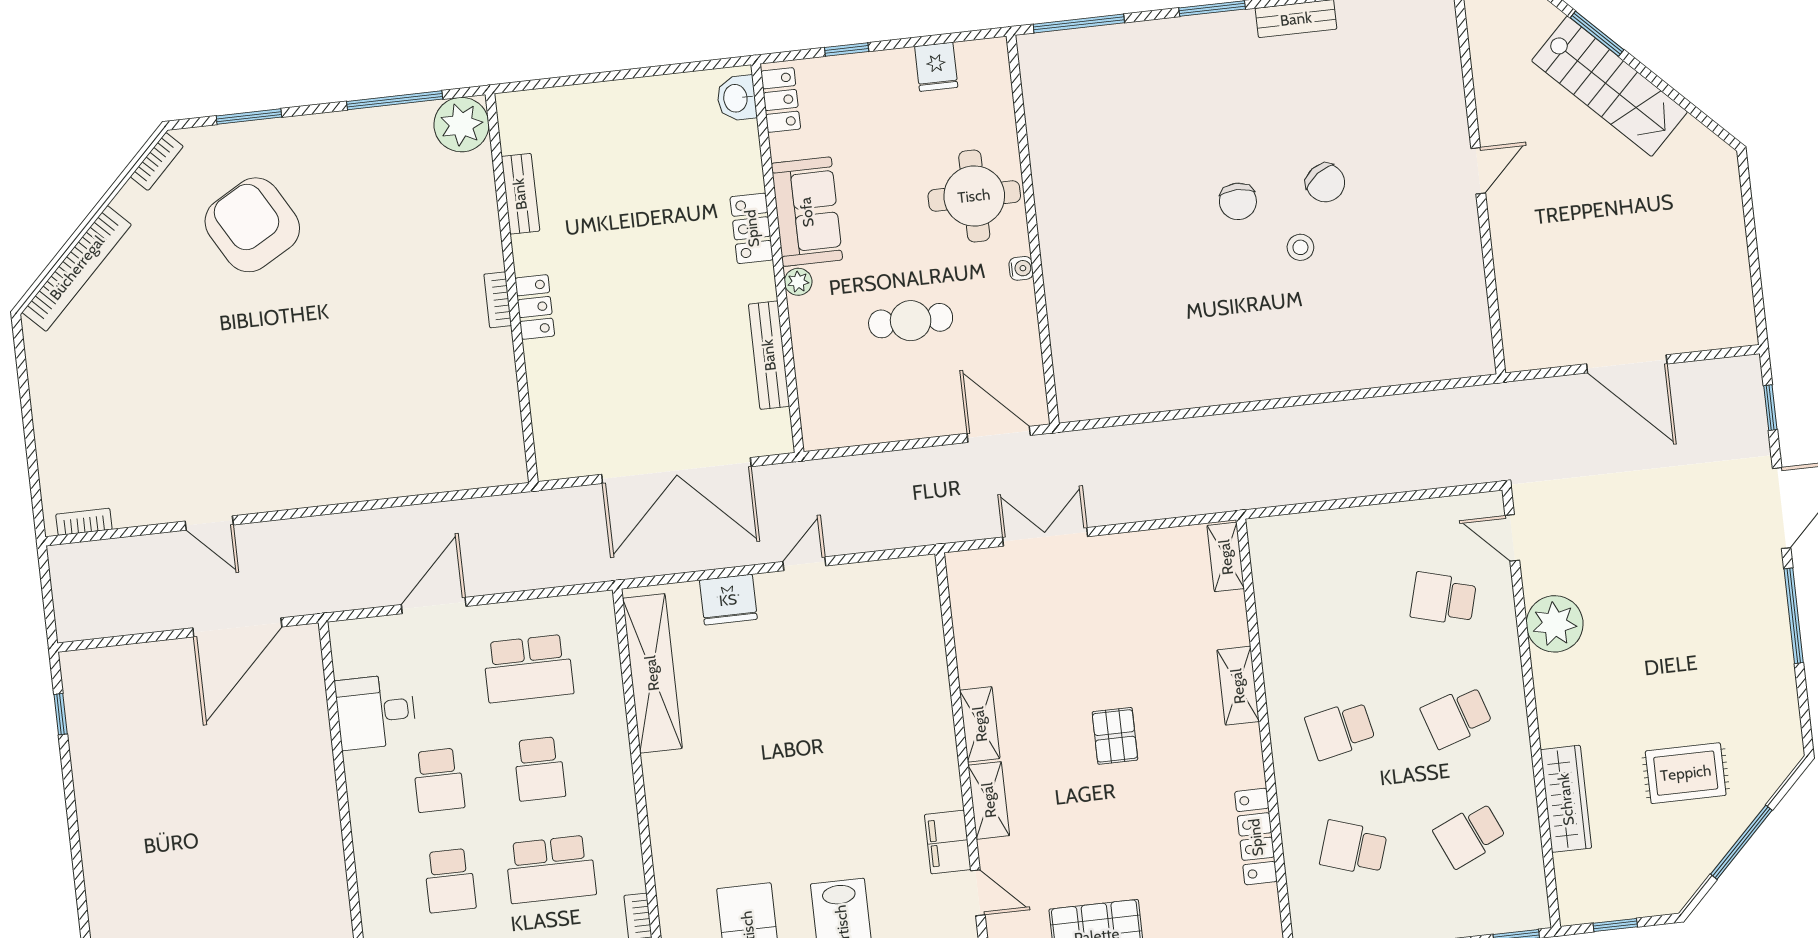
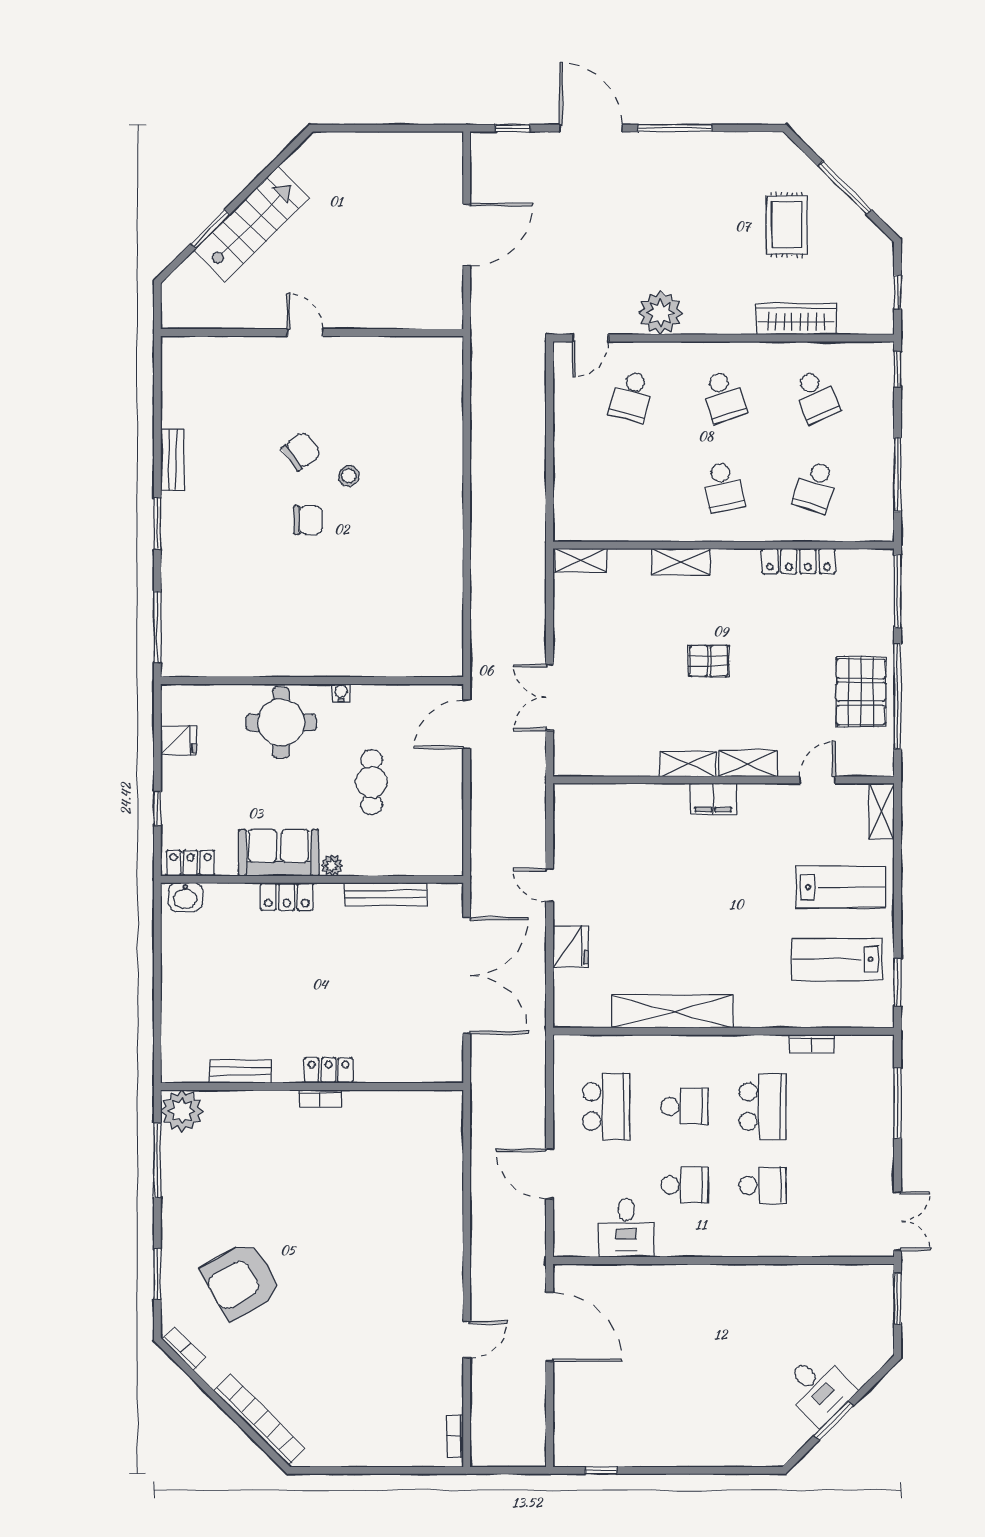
shelving: (652, 673) -> (672, 1011), moved
filing cabinet: (948, 842) -> (713, 799), moved

